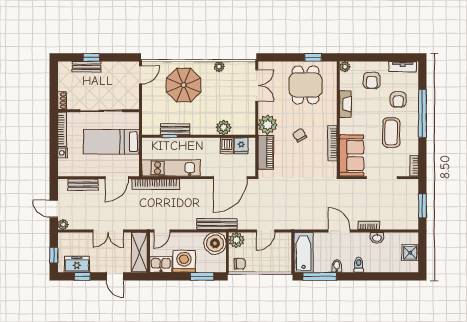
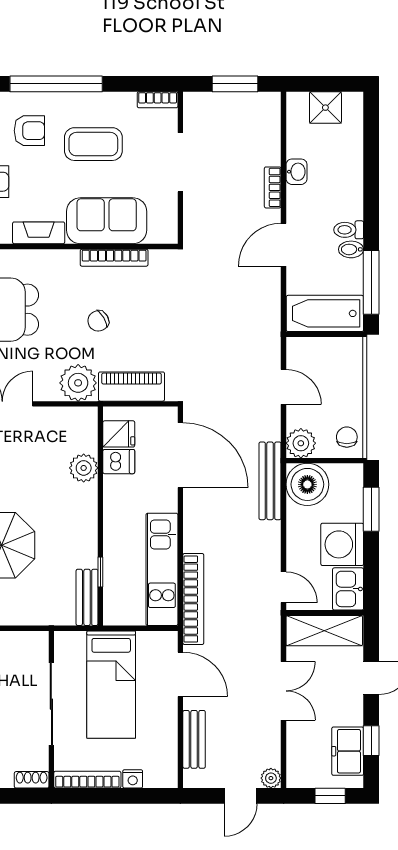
bench: (175, 129) -> (87, 597), moved
sofa: (352, 156) -> (107, 221), moved
toilet: (359, 265) -> (349, 230), moved

